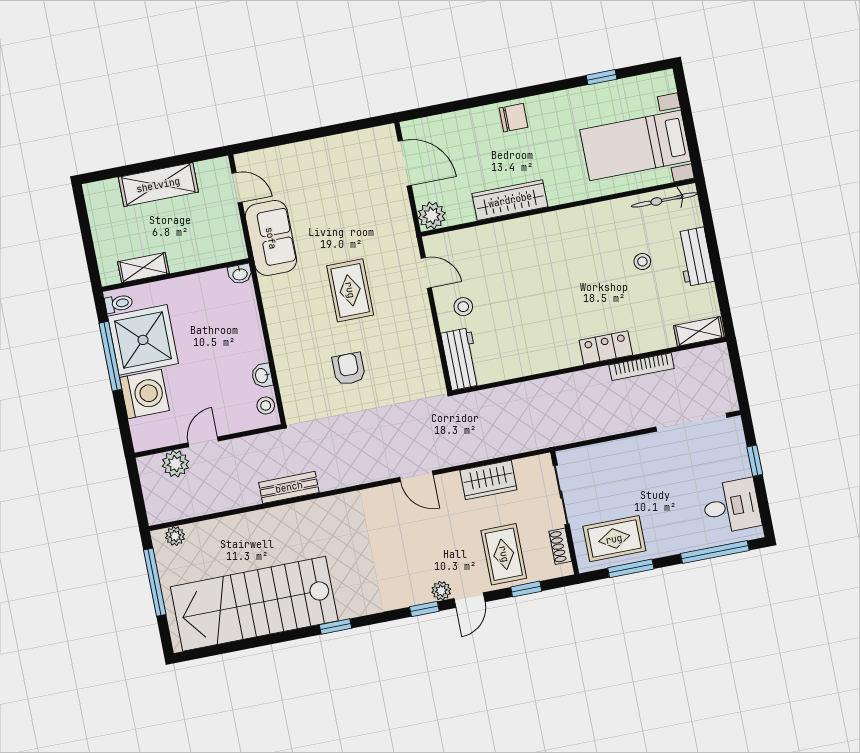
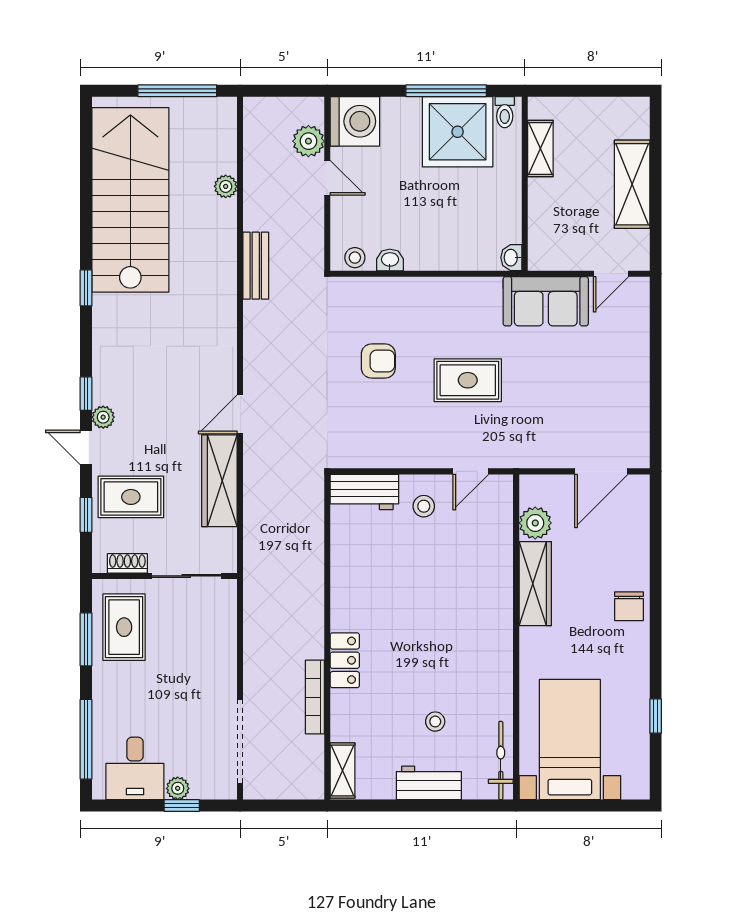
plant: (432, 216) -> (535, 523), moved
washing machine: (144, 394) -> (355, 121), moved, turned -90
plant: (741, 467) -> (178, 788), added
wardrobe: (488, 480) -> (219, 481), width x1.50
plant: (175, 536) -> (226, 186), moved

